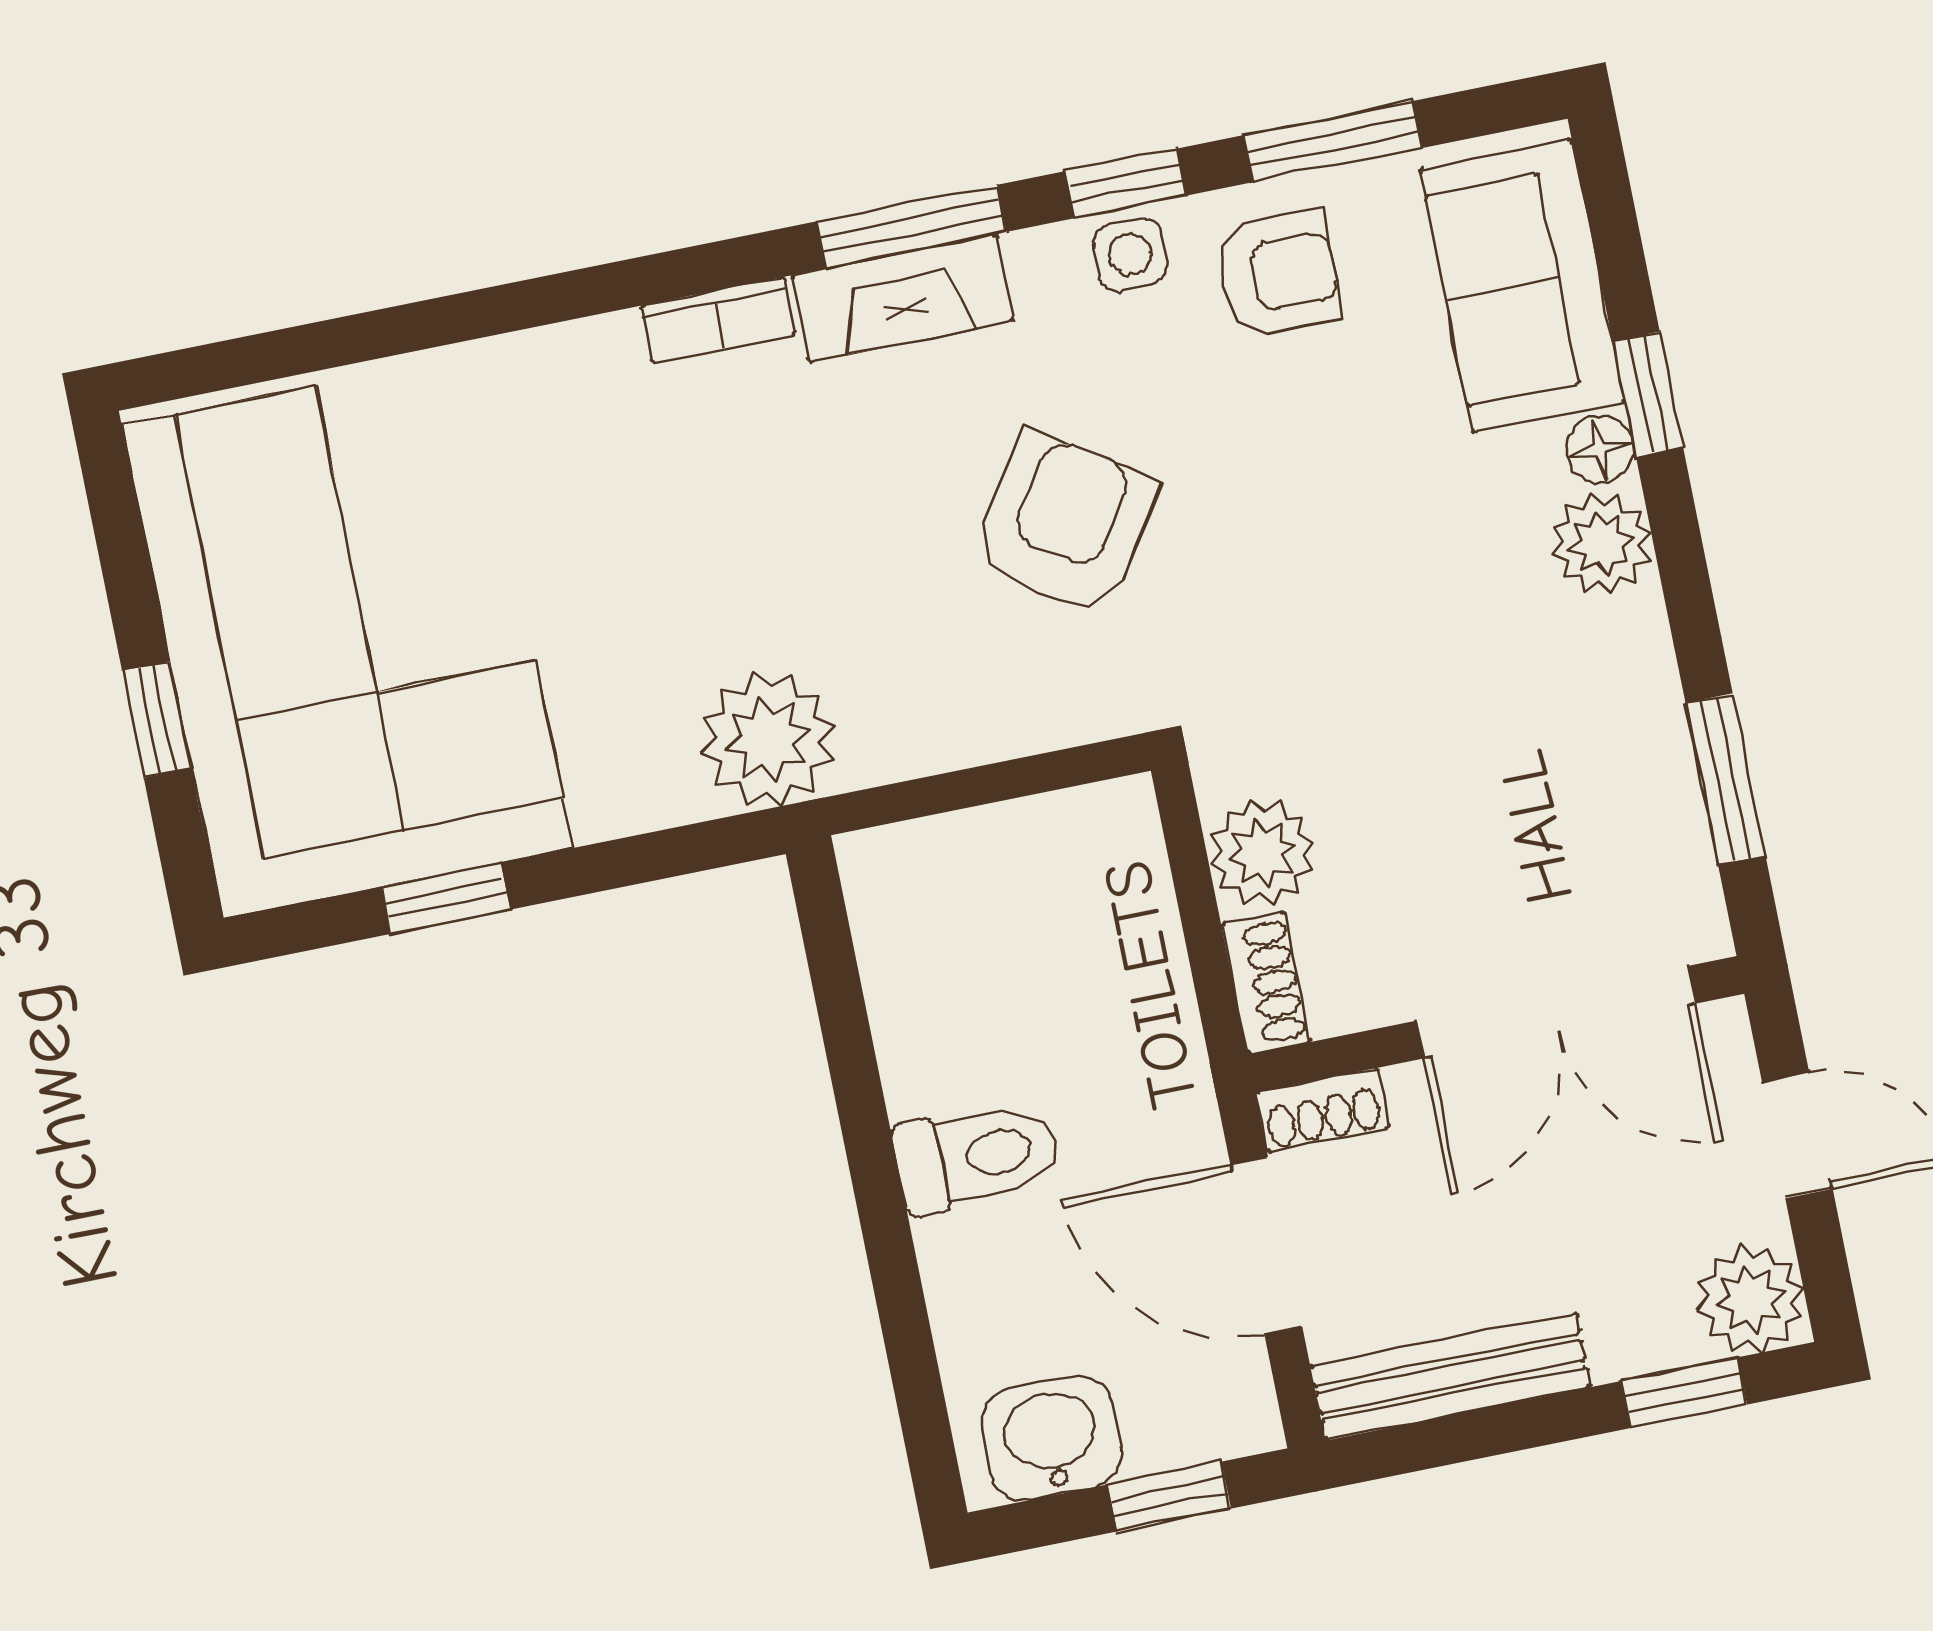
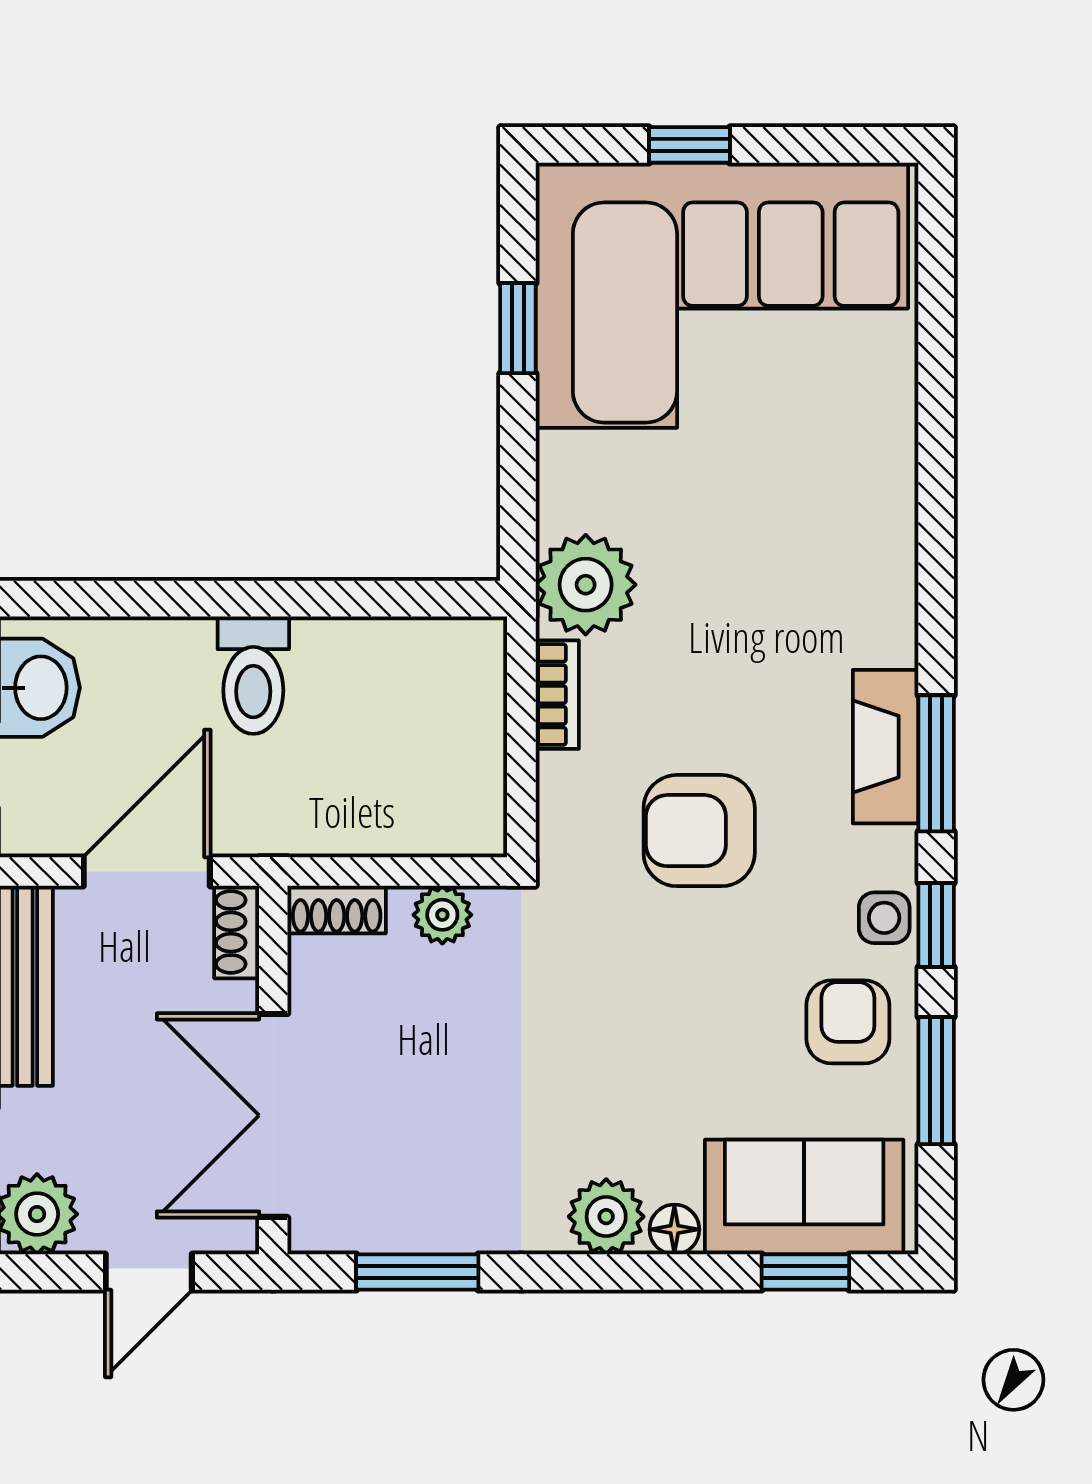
armchair: (1278, 275) -> (848, 1022), turned 180
bookcase: (718, 320) -> (557, 695), moved, turned 180
window: (1648, 394) -> (805, 1272), moved
armchair: (1064, 523) -> (699, 831), turned 146
plant: (1262, 853) -> (442, 915), width x0.73, depth x0.73

